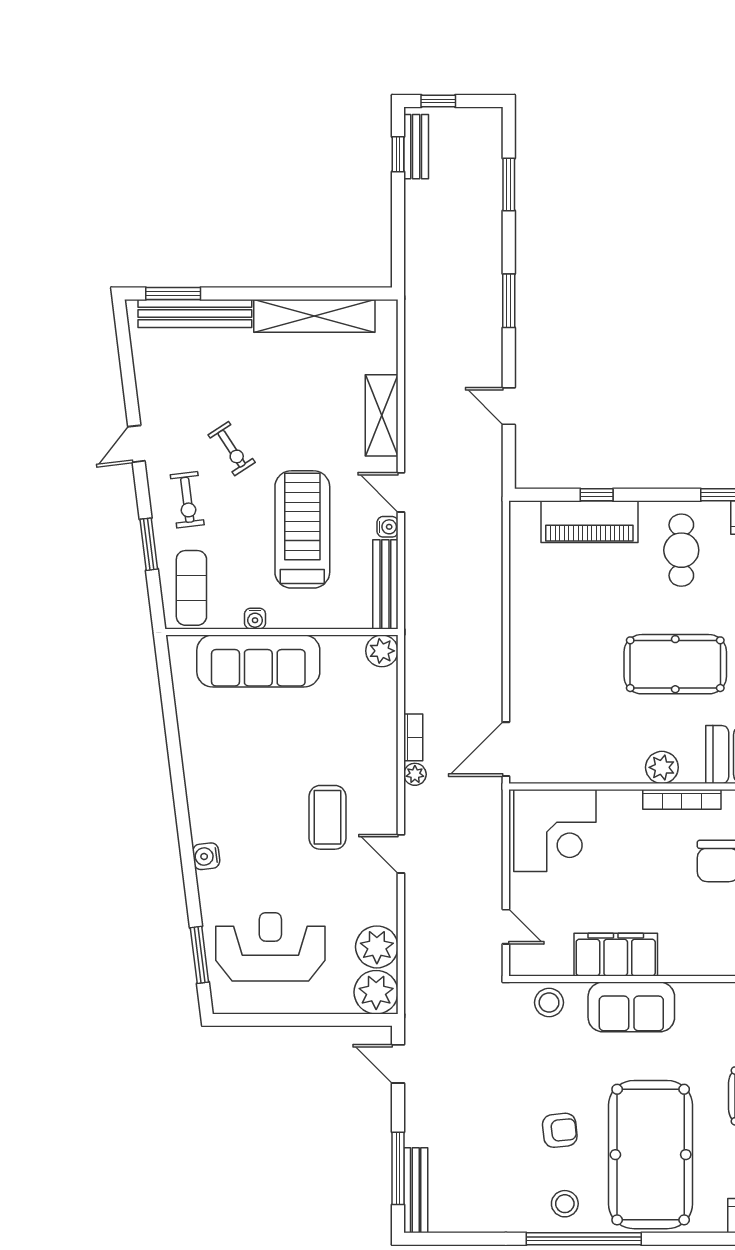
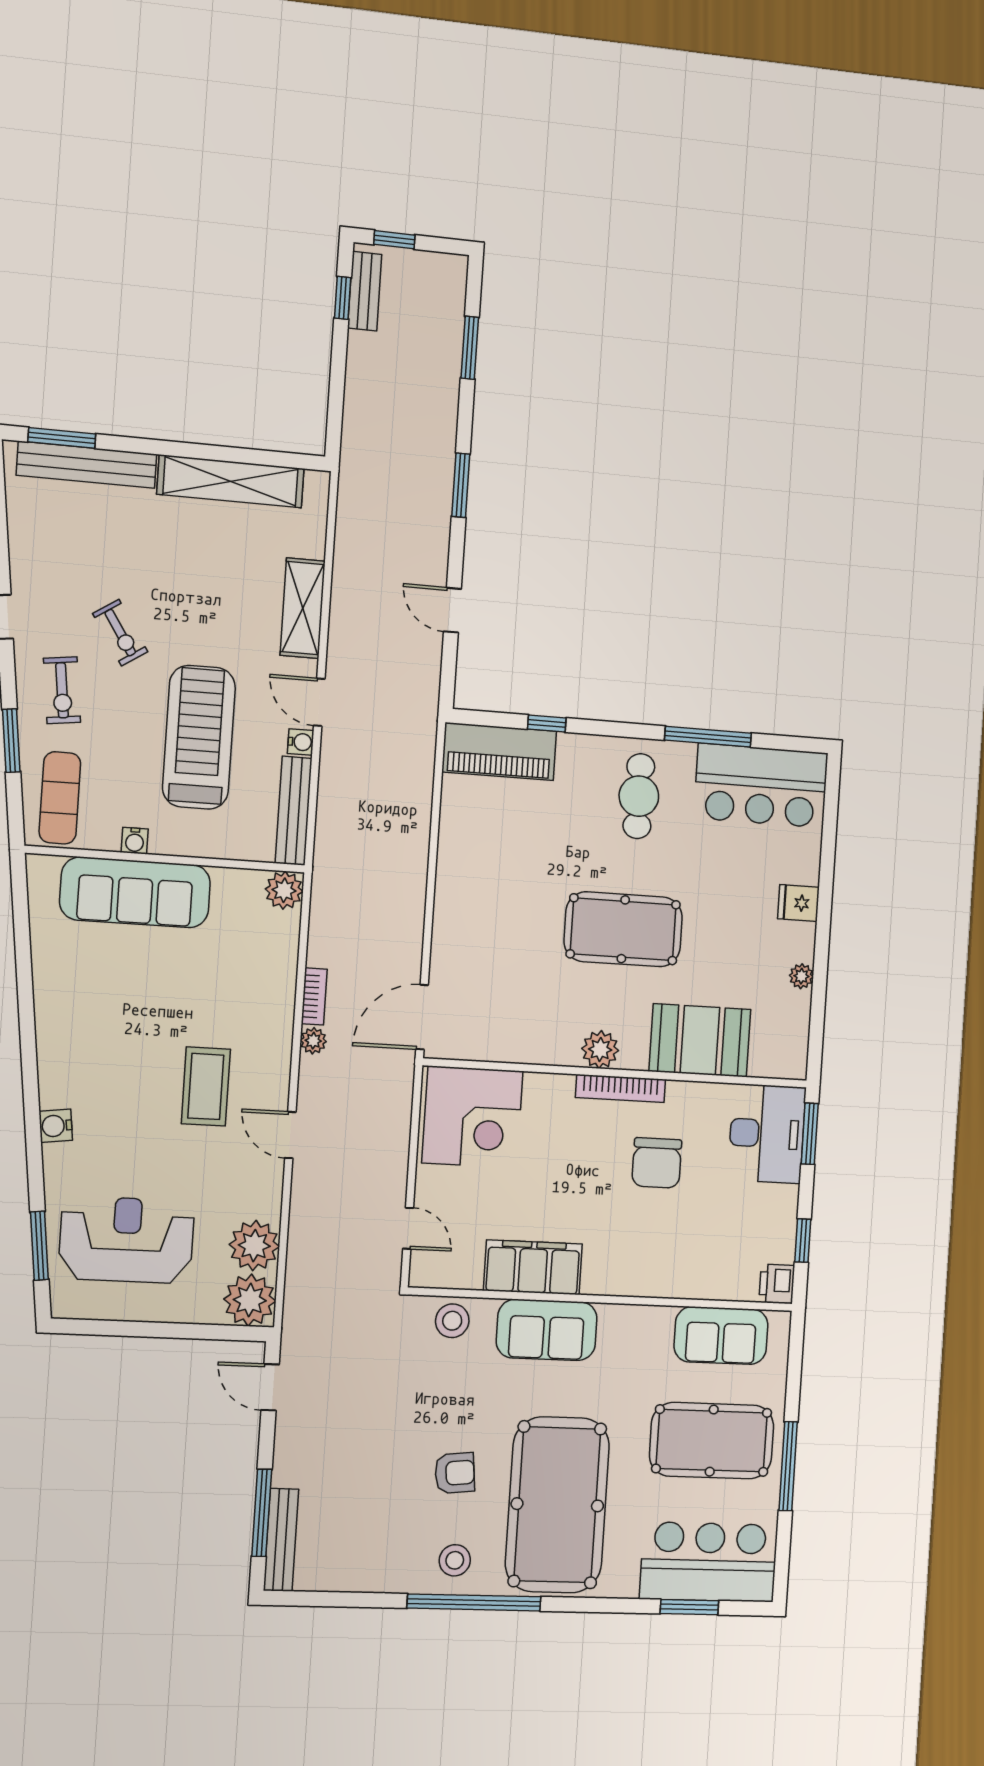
piano: (589, 522) -> (499, 752), moved

